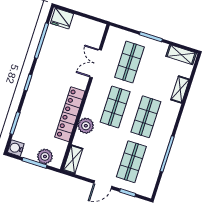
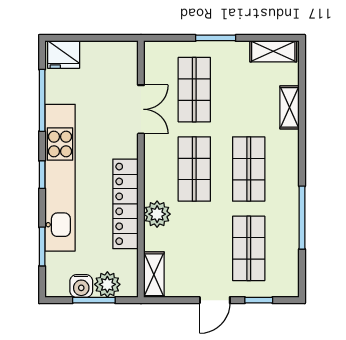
double door: (96, 64) -> (141, 109), swing flipped
kitchen unit: (38, 88) -> (60, 178), added
water cooler: (16, 148) -> (81, 286), moved, turned -90

